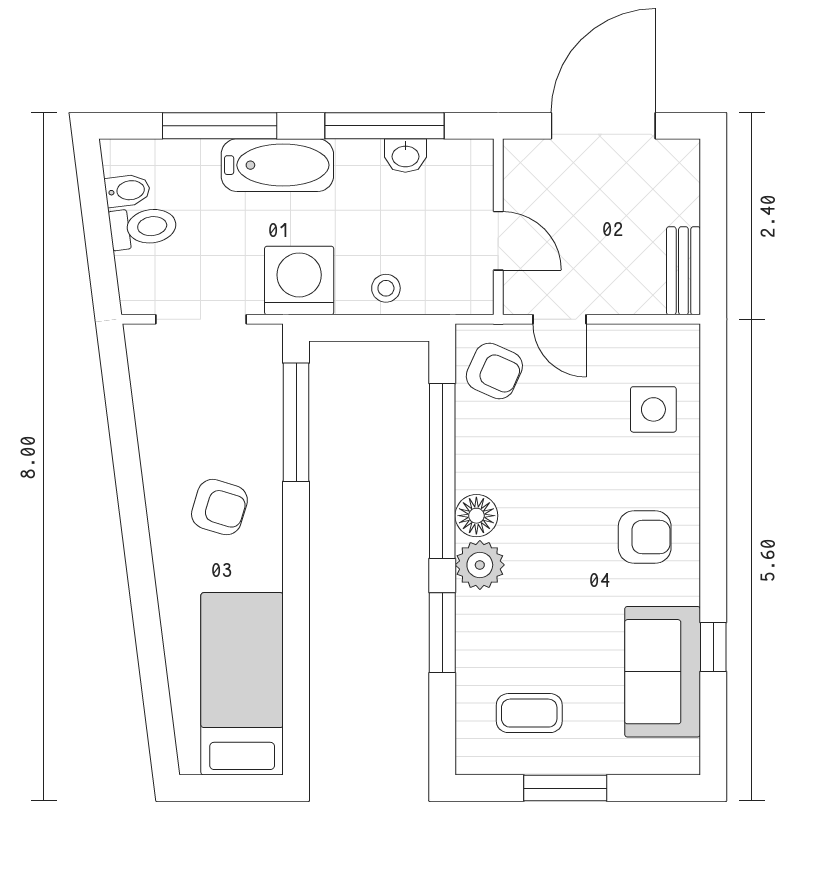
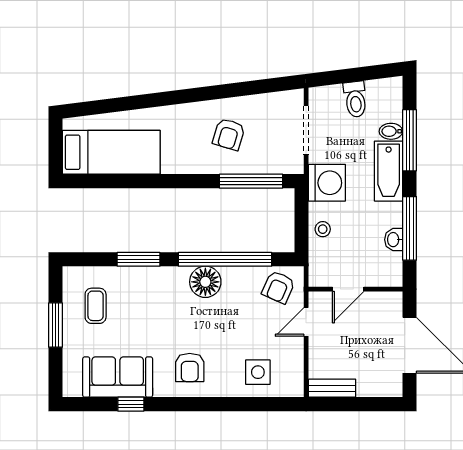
bidet: (128, 191) -> (391, 131), moved, turned 97
armchair: (219, 507) -> (229, 134), moved
floor lamp: (476, 516) -> (205, 282), width x1.38, depth x1.38
plant: (480, 565) -> (175, 279), removed

